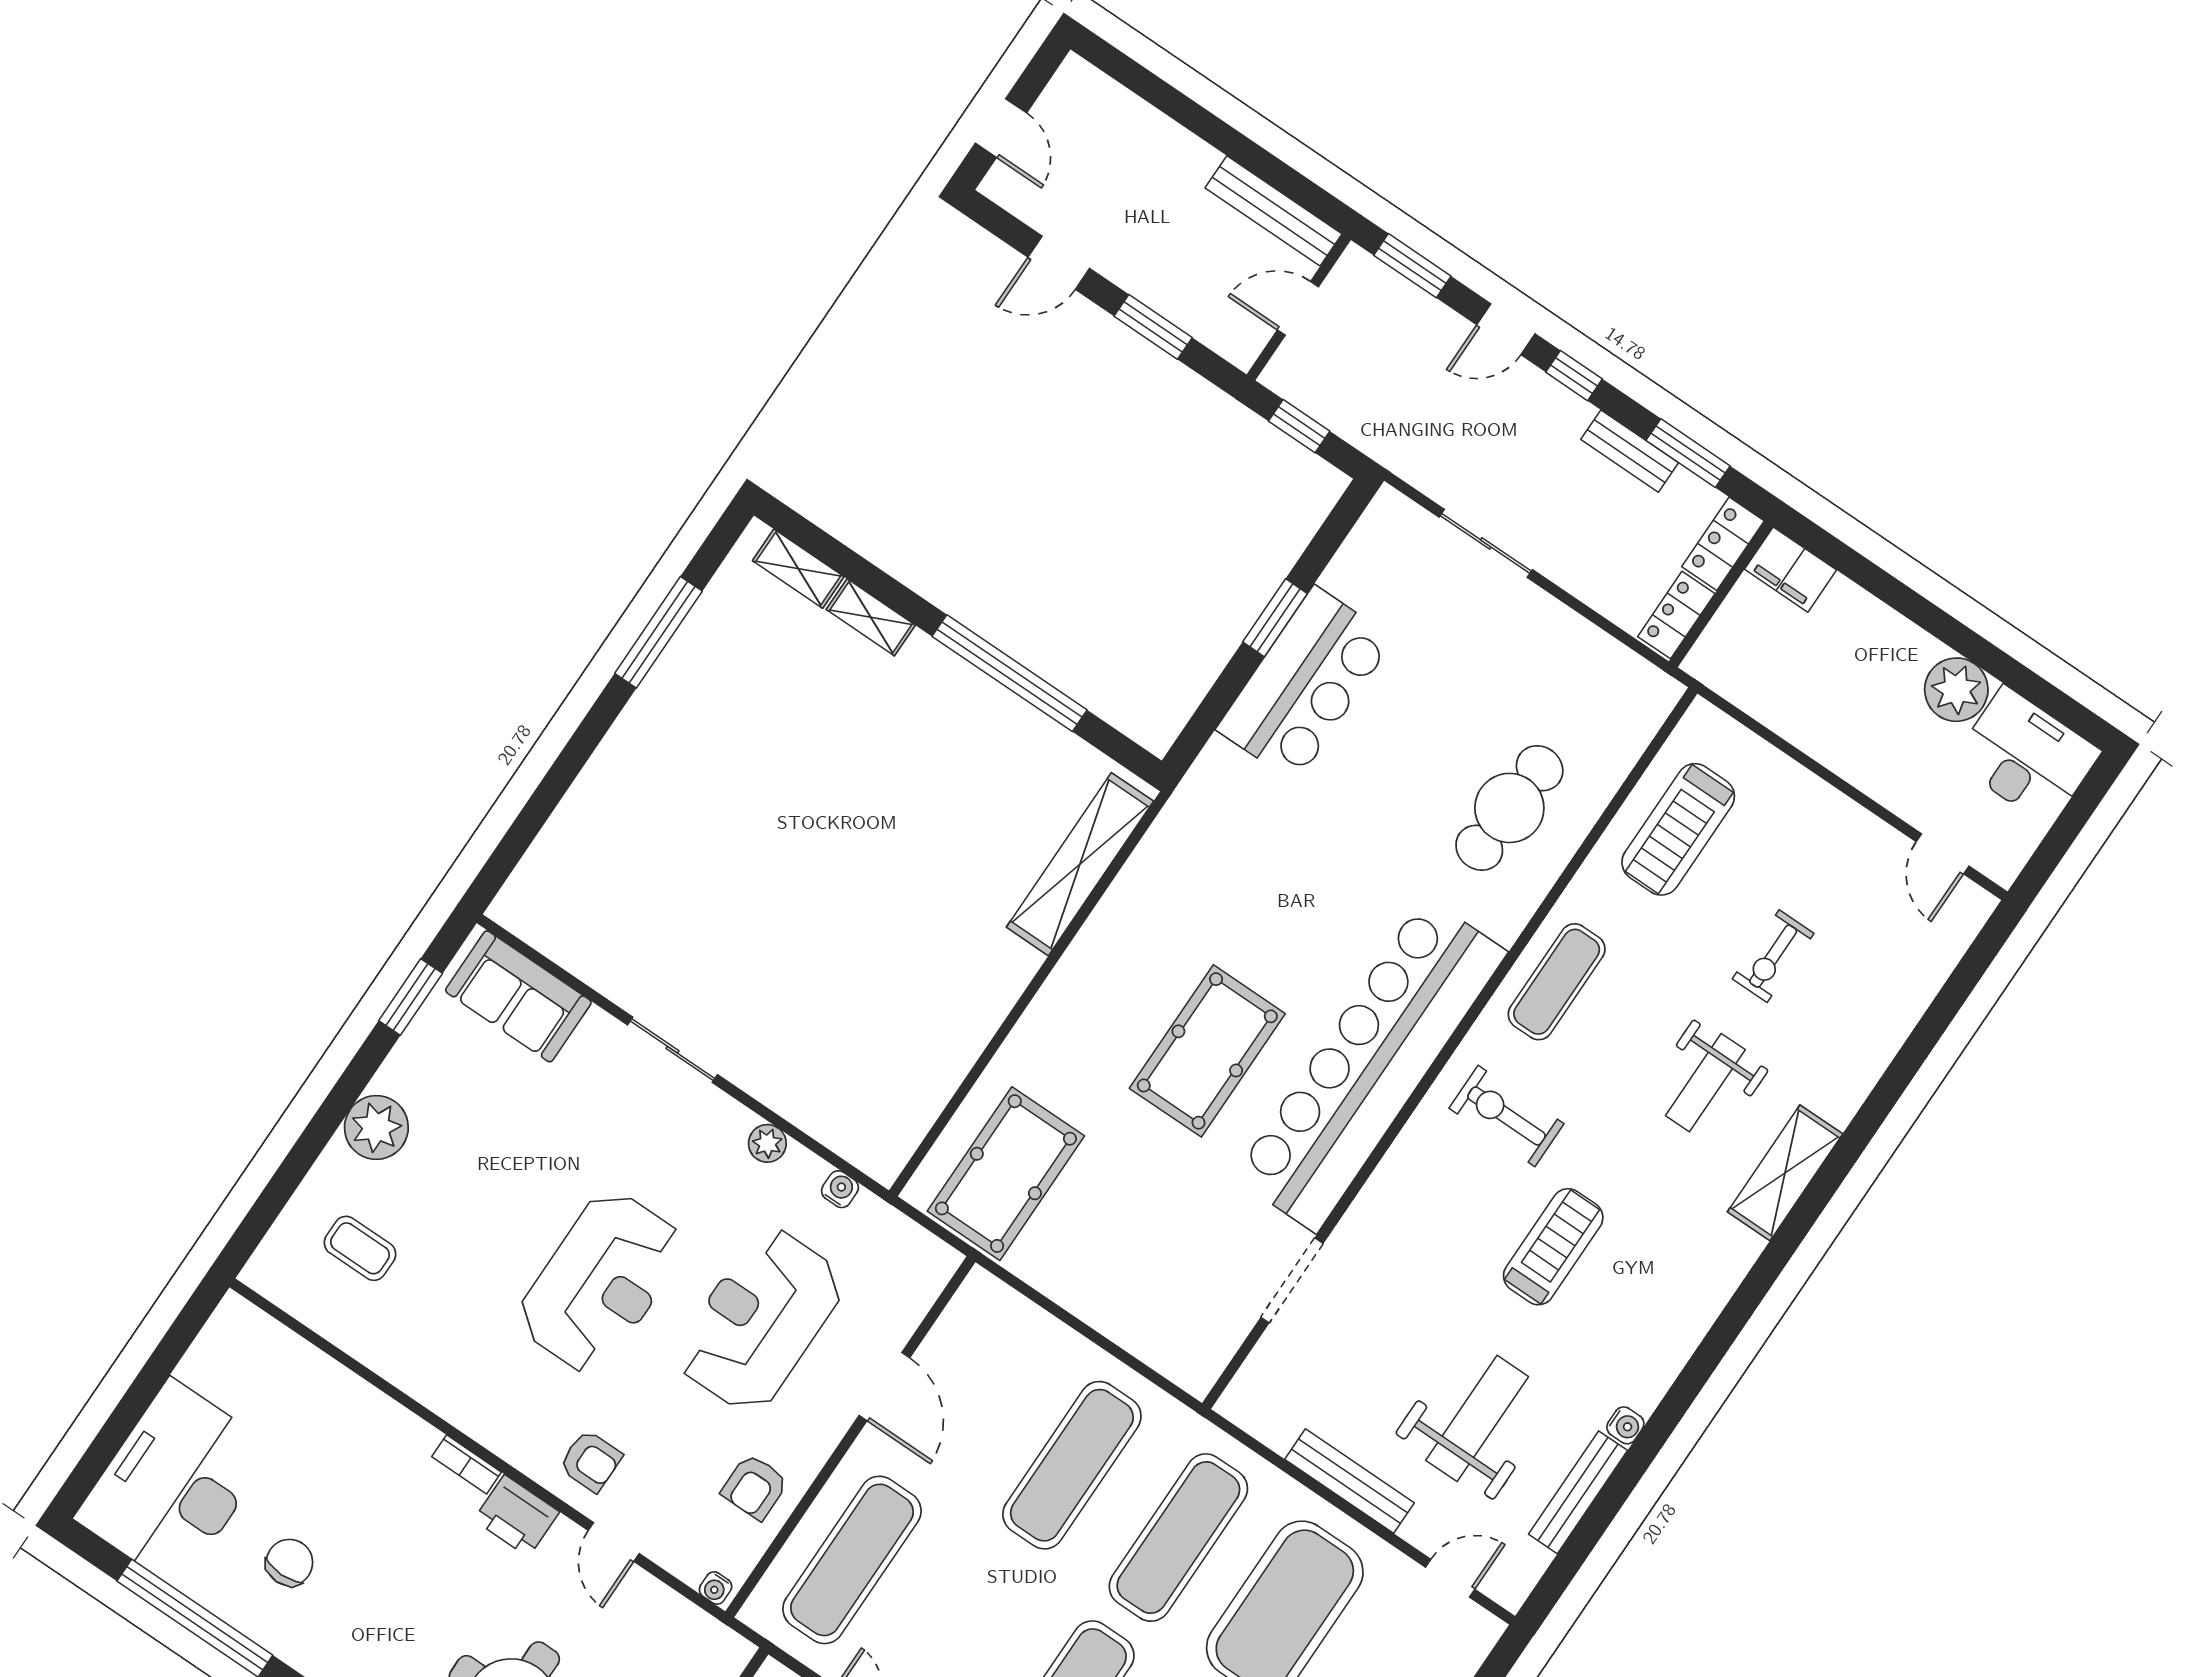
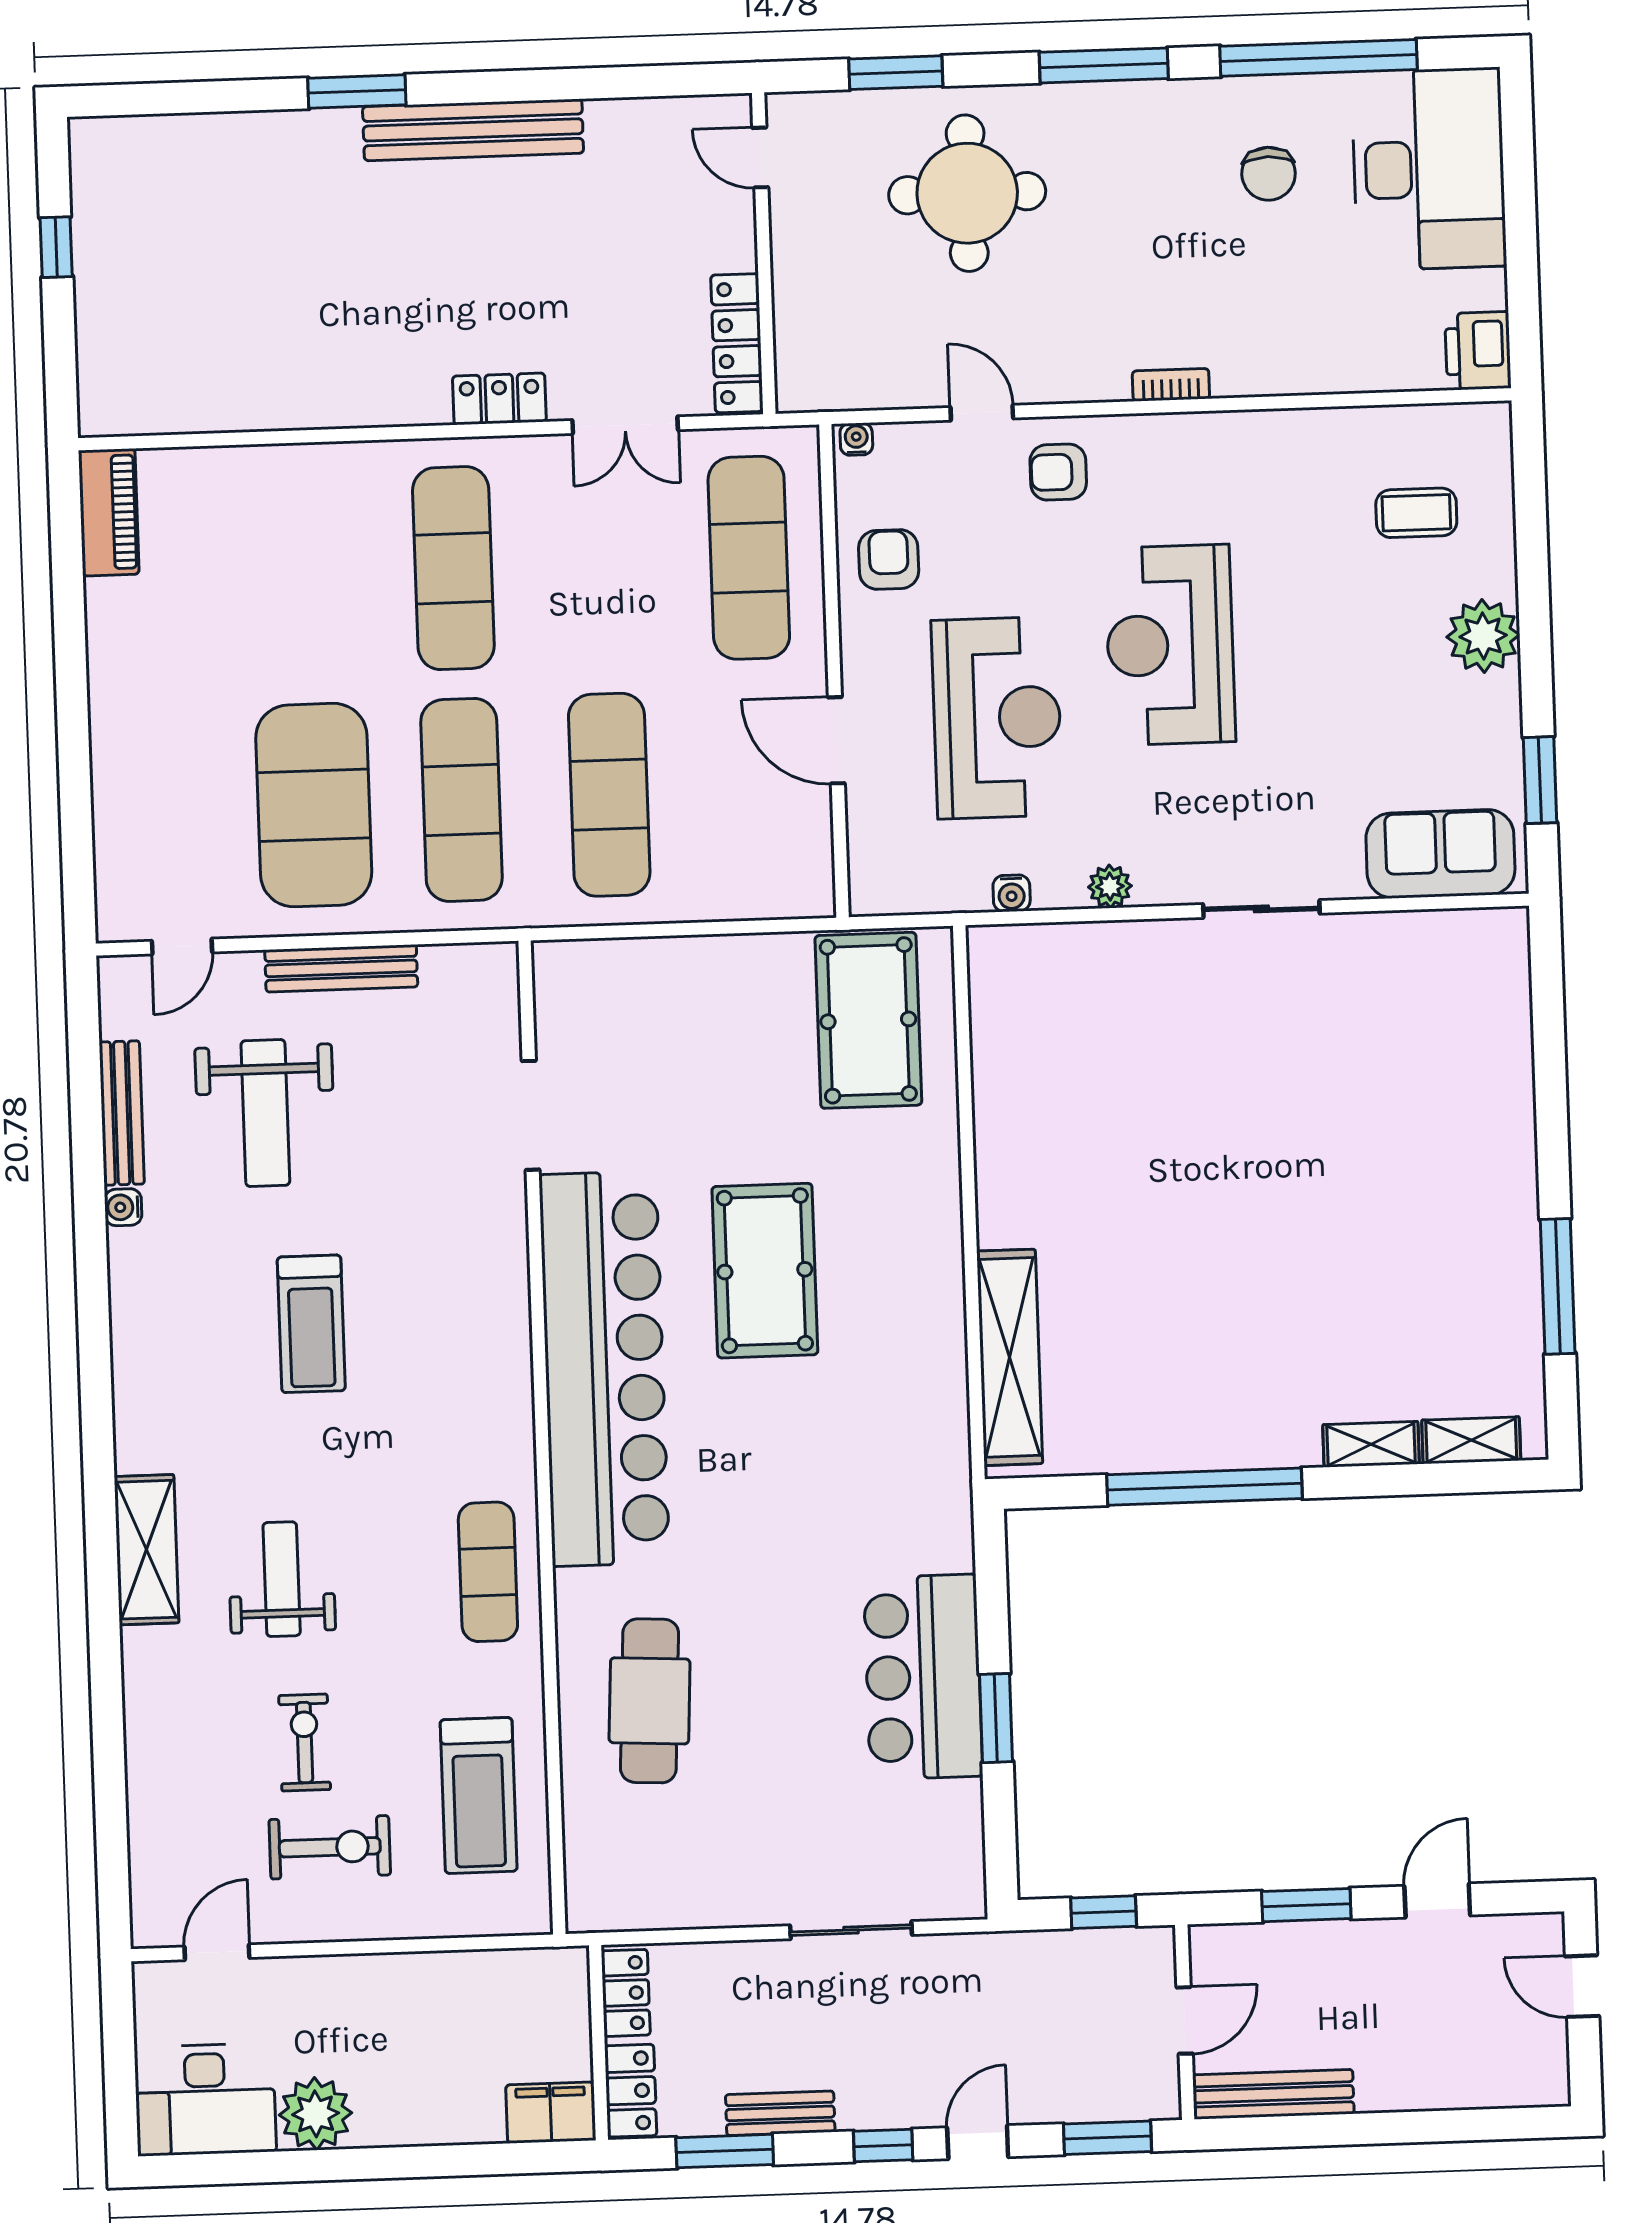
treadmill: (1678, 829) -> (479, 1796), turned 180
door: (1943, 854) -> (217, 1952), hinge flipped
exercise bike: (1506, 1116) -> (330, 1847), moved
printer: (517, 1516) -> (1478, 351), moved, turned -90

